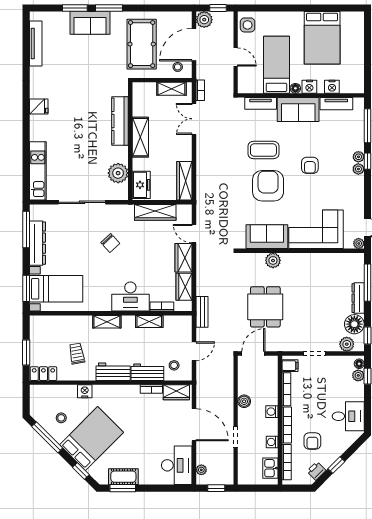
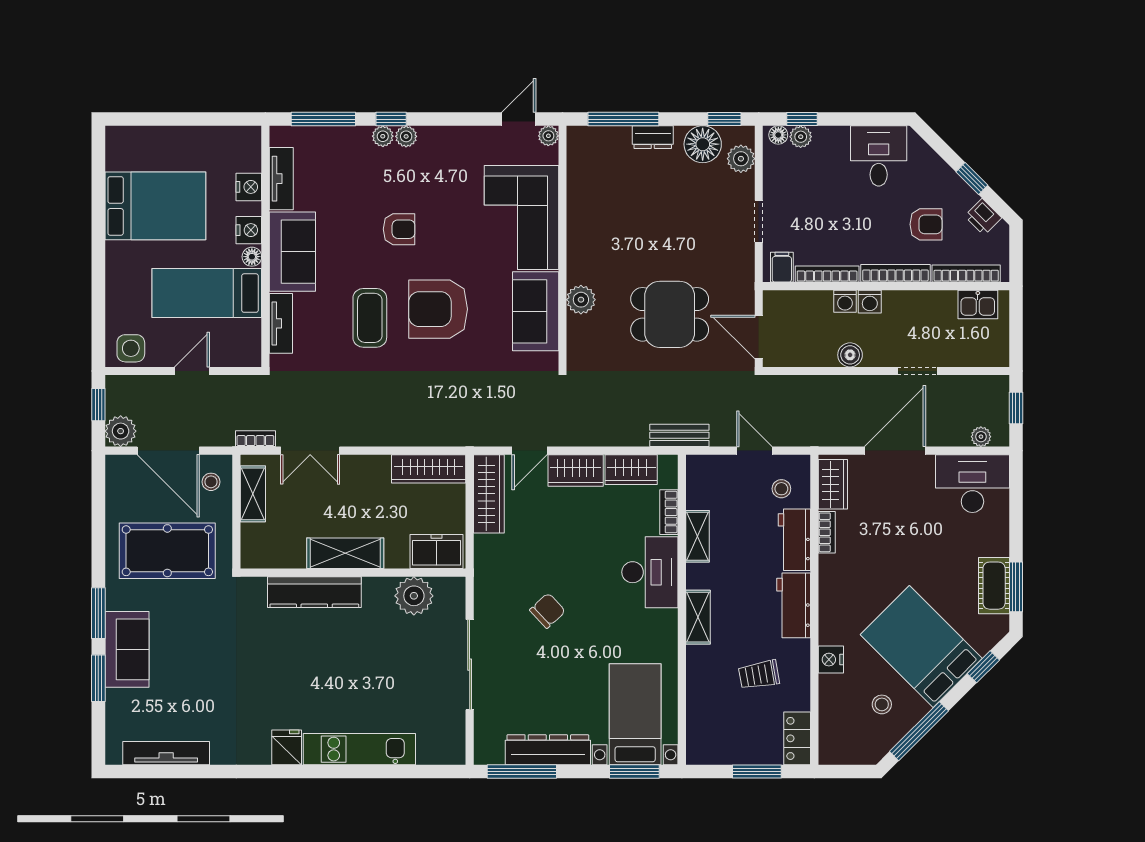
kitchen unit: (38, 171) -> (359, 749), moved
wardrobe: (155, 212) -> (489, 494), moved
dresser: (358, 298) -> (653, 137), width x0.70
washing machine: (272, 442) -> (845, 301), moved

